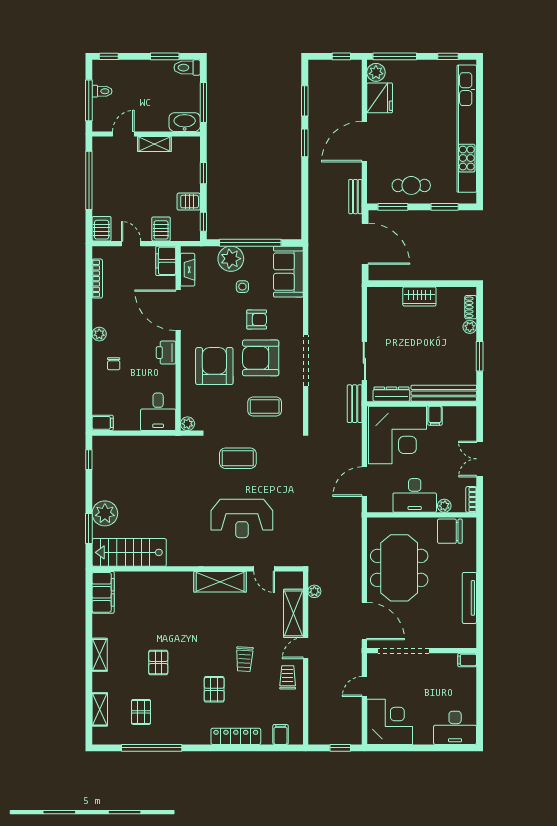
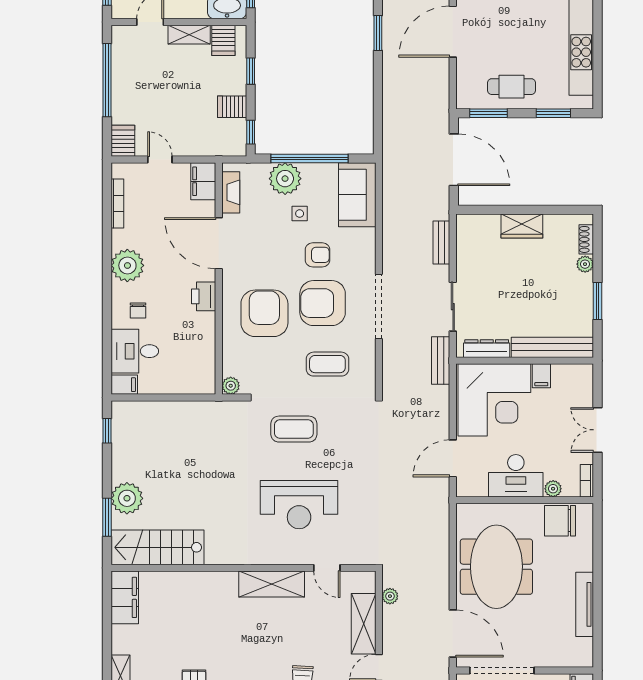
bench: (355, 197) -> (441, 242), moved
server rack: (161, 229) -> (223, 40), moved, turned 180
plant: (99, 334) -> (127, 265), width x1.87, depth x1.87
desk: (158, 412) -> (135, 351), moved, turned 90

